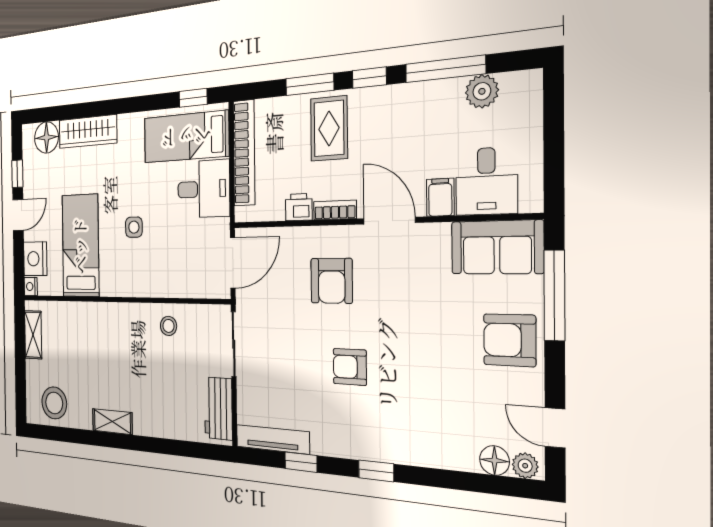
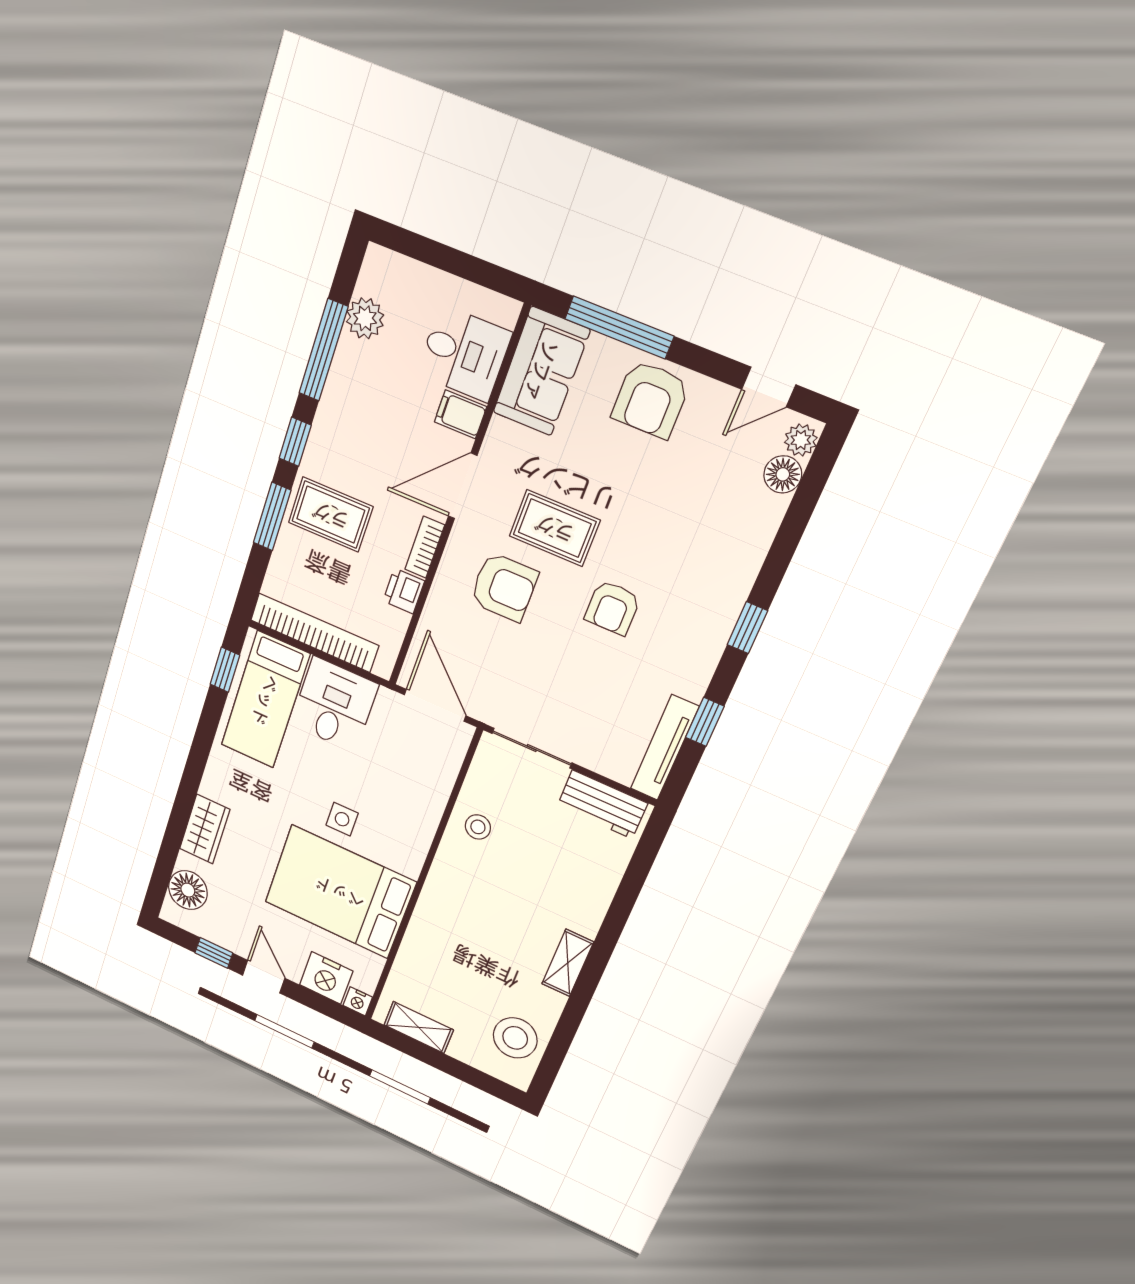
wardrobe: (88, 132) -> (205, 829), width x0.67
bed: (80, 246) -> (340, 892), width x1.50
rug: (387, 302) -> (555, 528), added

